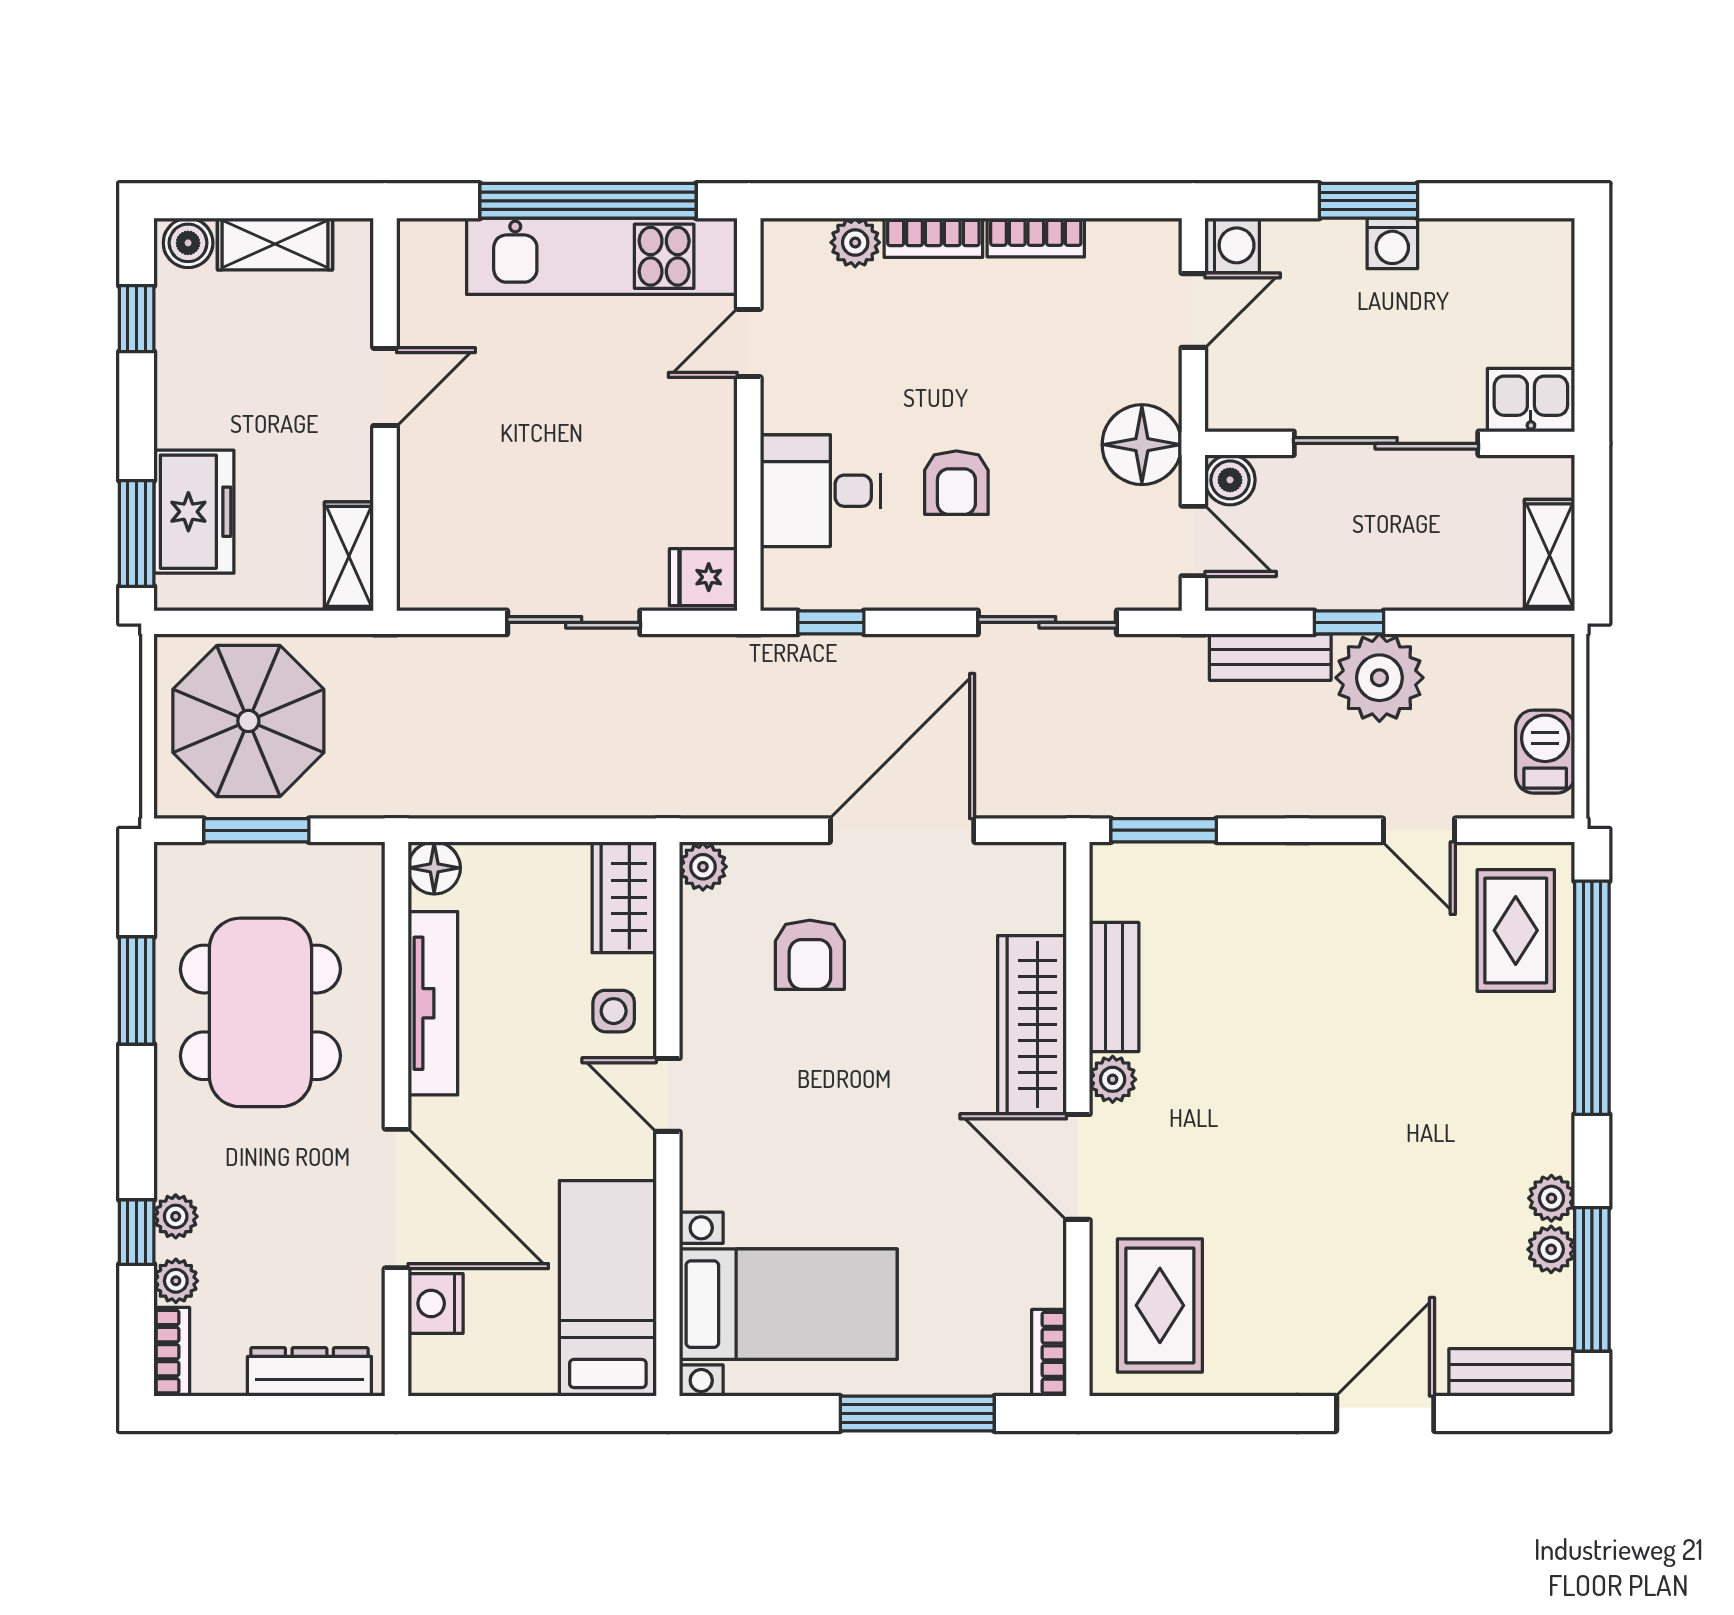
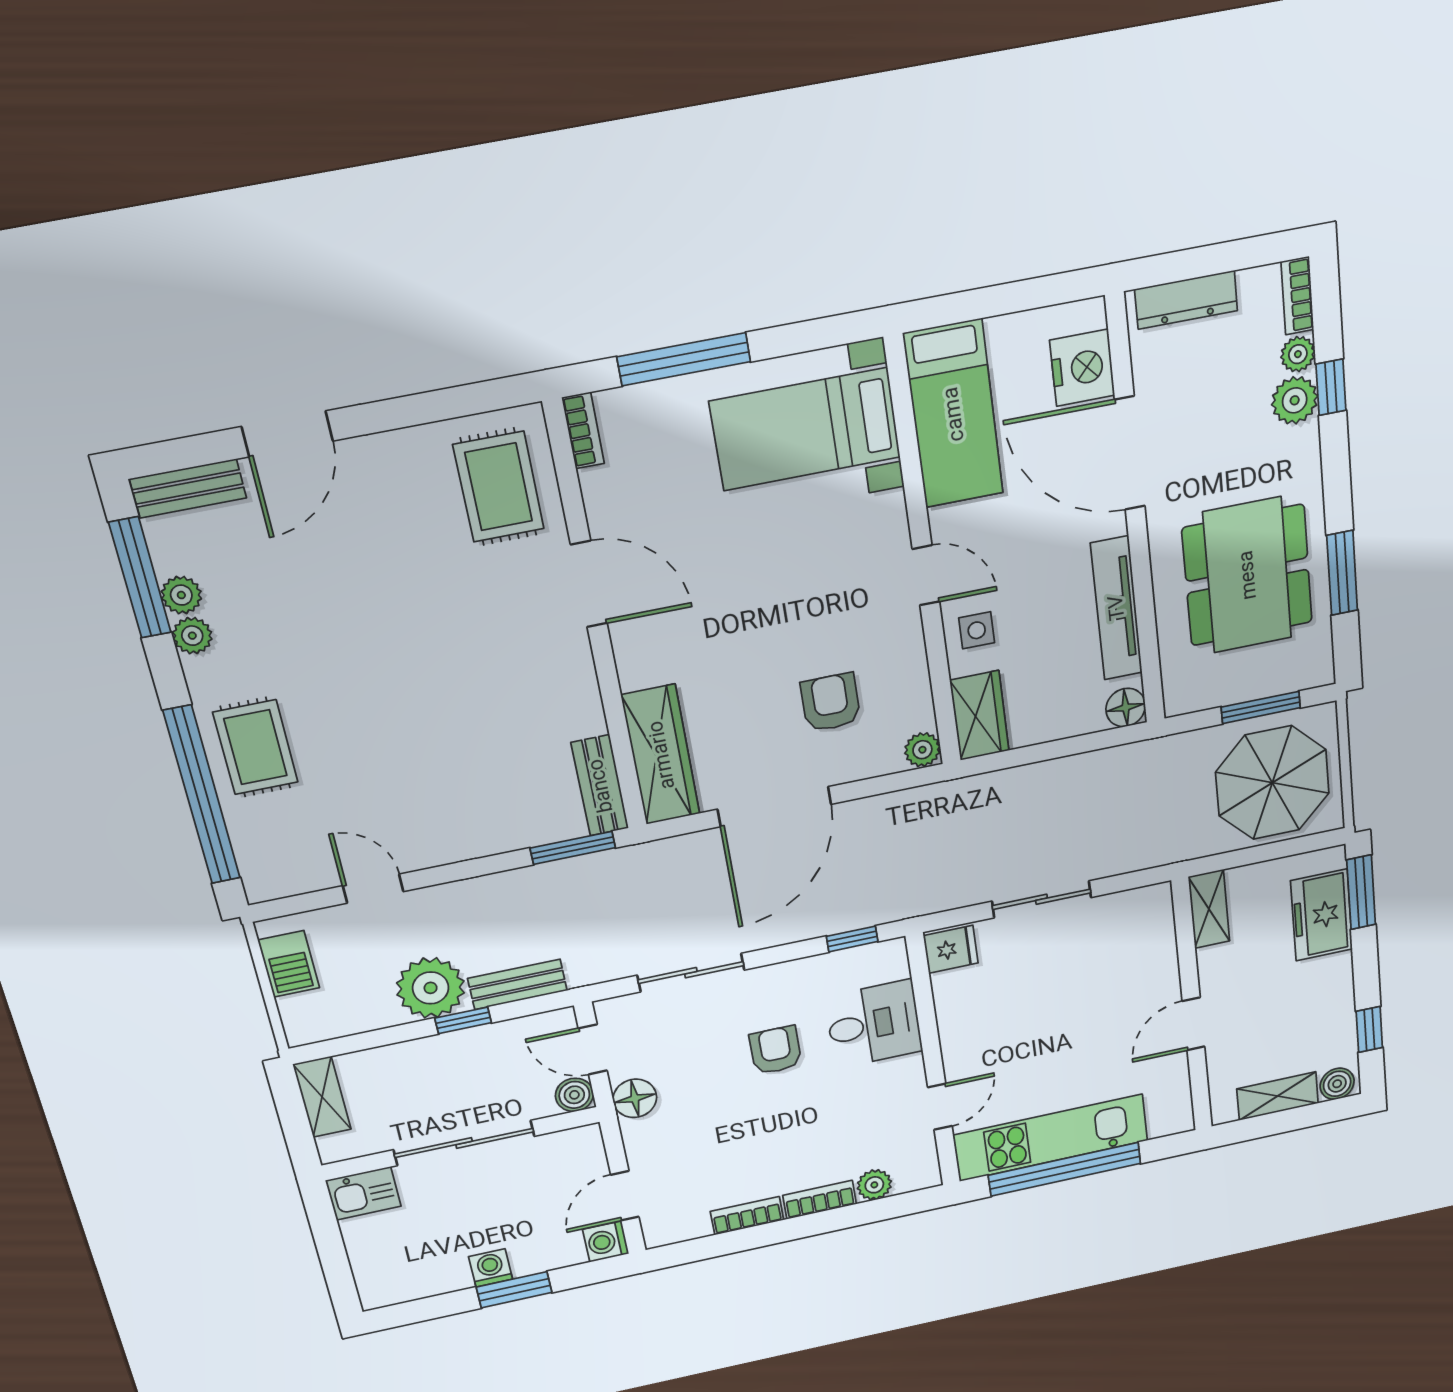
floor lamp: (1142, 445) -> (635, 1098), width x0.73, depth x0.73
rug: (1516, 930) -> (255, 747), moved
bench: (1114, 987) -> (600, 786), moved
wardrobe: (1032, 1025) -> (661, 755), moved
plant: (1113, 1079) -> (575, 657), removed
plant: (176, 1216) -> (1295, 400), width x1.38, depth x1.38
nightstand: (436, 1303) -> (1082, 368), width x1.36, depth x1.33

